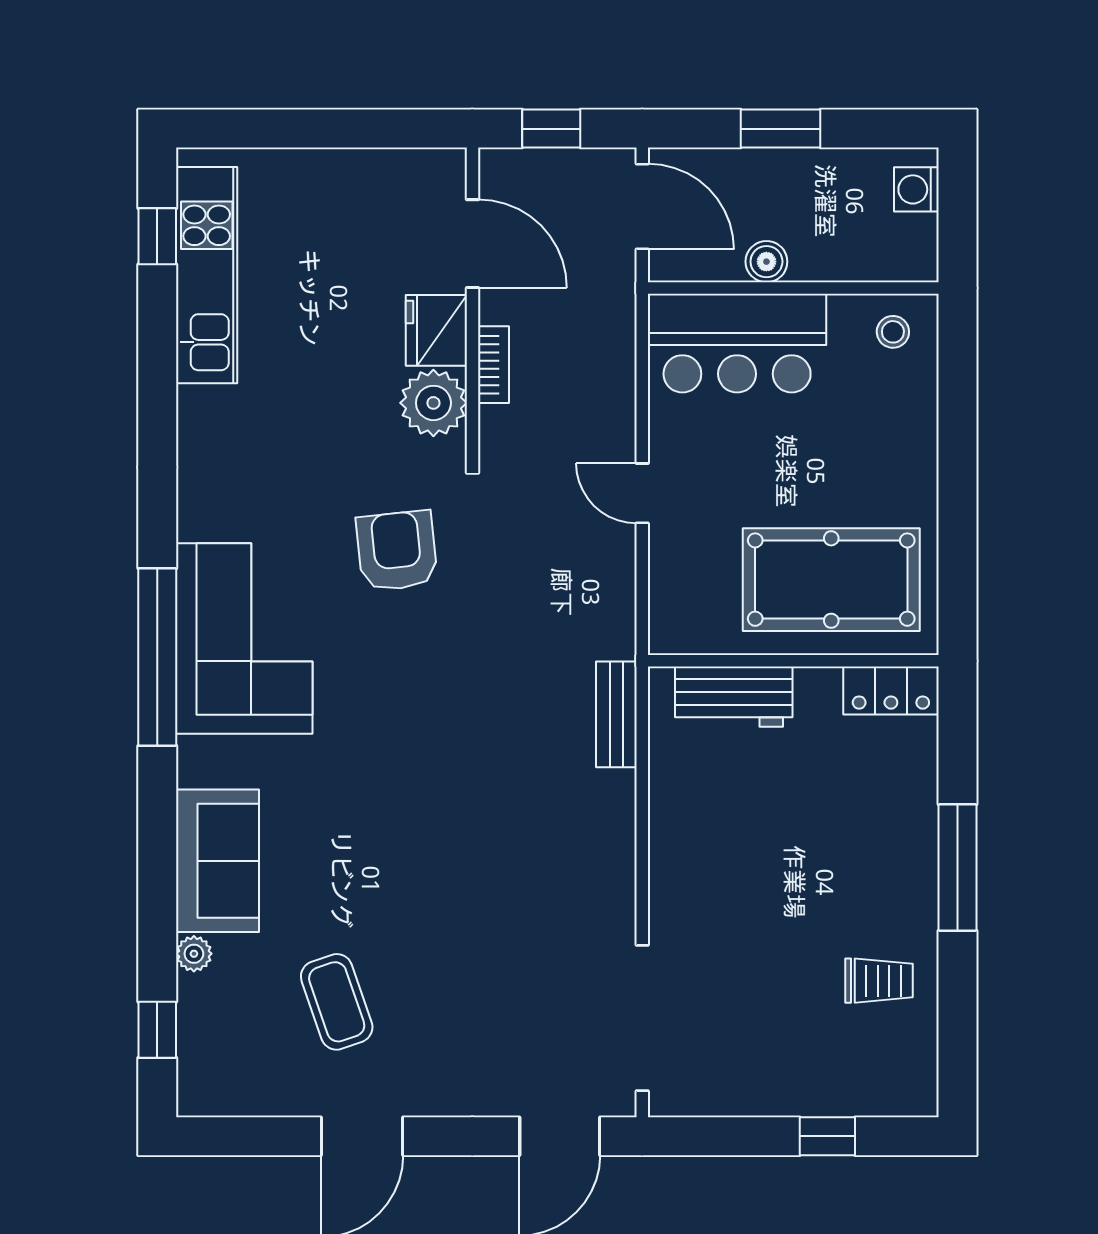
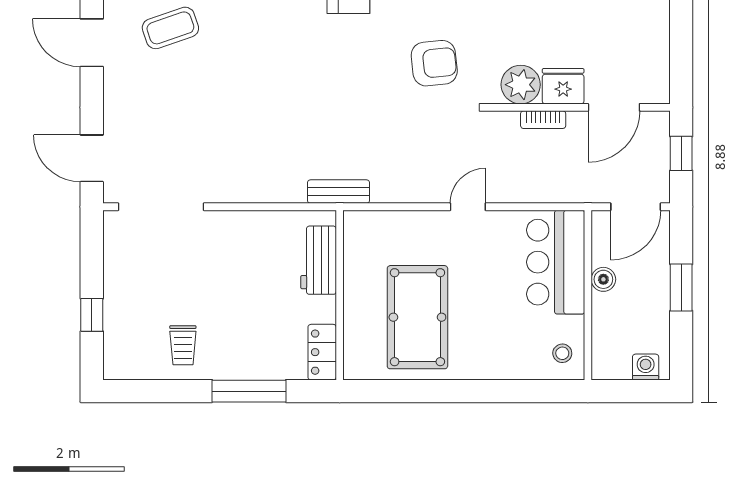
wall: (793, 661) -> (340, 295), moved
locker: (891, 691) -> (322, 352), moved
workbench: (734, 697) -> (319, 260), moved

